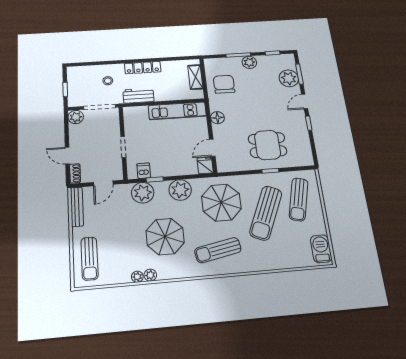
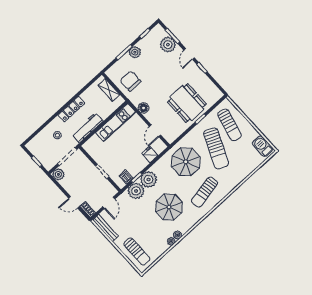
workbench: (138, 96) -> (87, 128), width x1.38
dining table: (268, 145) -> (187, 103), width x1.37
fridge: (205, 165) -> (150, 154), moved
plant: (180, 190) -> (149, 180), moved

